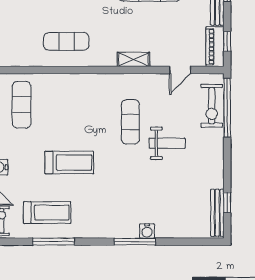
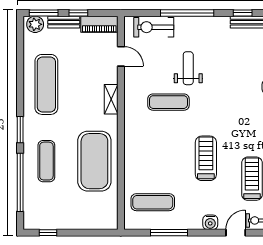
exercise mat: (66, 41) -> (94, 161), width x2.00, depth x1.45
window: (227, 41) -> (78, 13), moved
exercise bike: (212, 106) -> (154, 27), turned 180
window: (227, 108) -> (187, 13), moved

